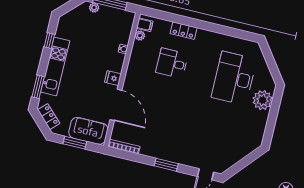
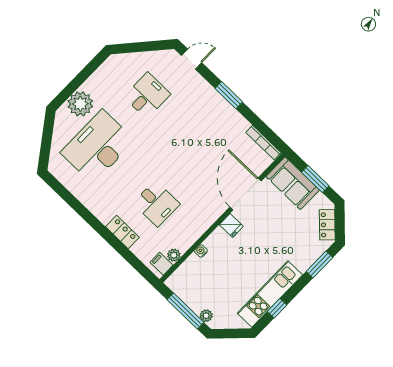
kitchen unit: (55, 66) -> (270, 294), moved
desk: (234, 78) -> (98, 147), turned 180
desk: (221, 132) -> (147, 95), added

